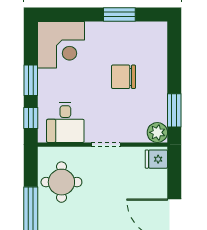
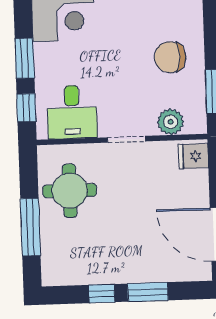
chair: (123, 77) -> (170, 57), moved
plant: (157, 132) -> (171, 122), moved

